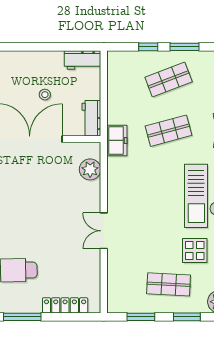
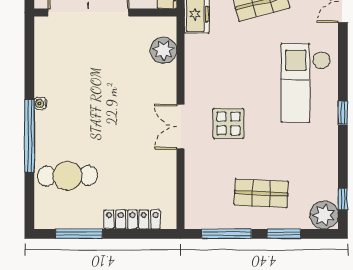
display table: (195, 250) -> (228, 124), moved
window: (141, 317) -> (227, 234), width x1.44

